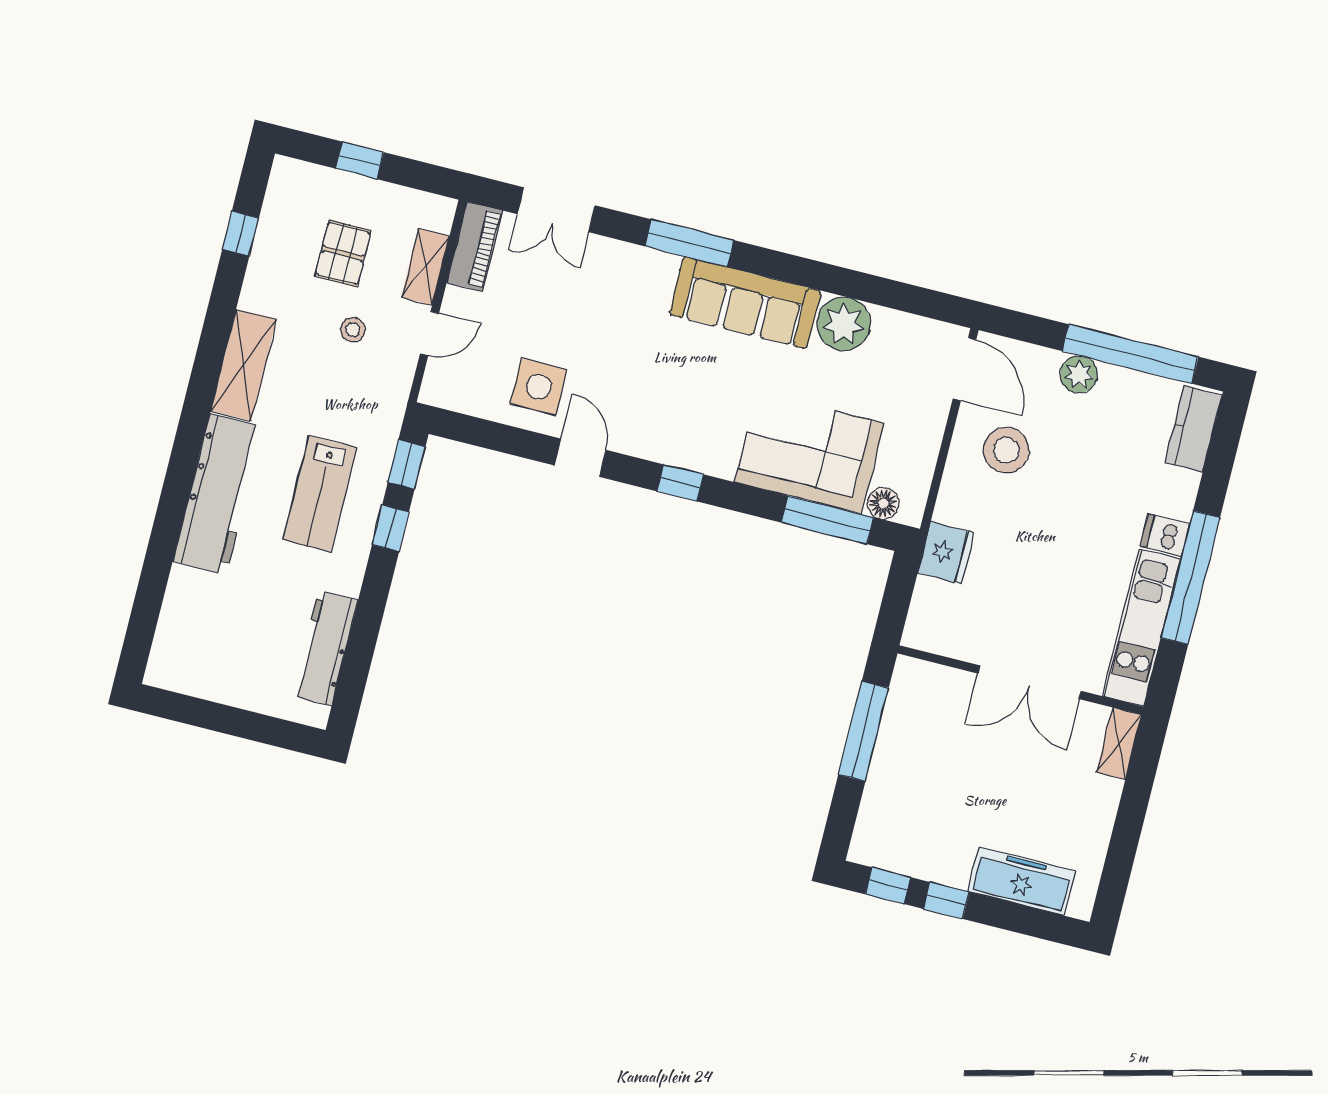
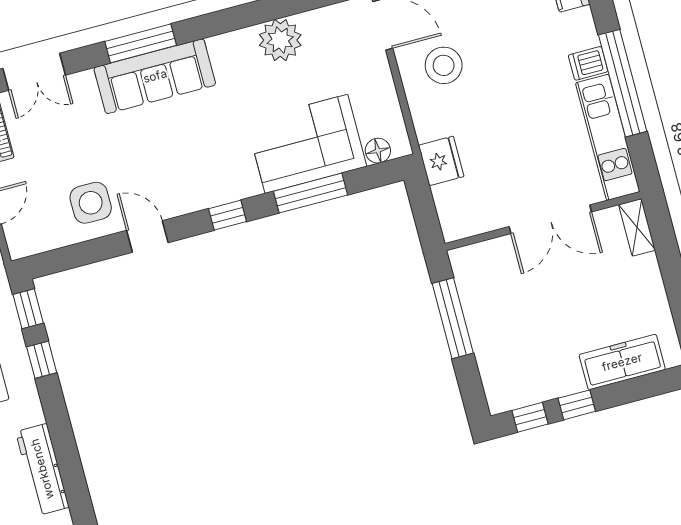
sofa: (745, 303) -> (155, 76), moved
window: (828, 520) -> (310, 193), moved

